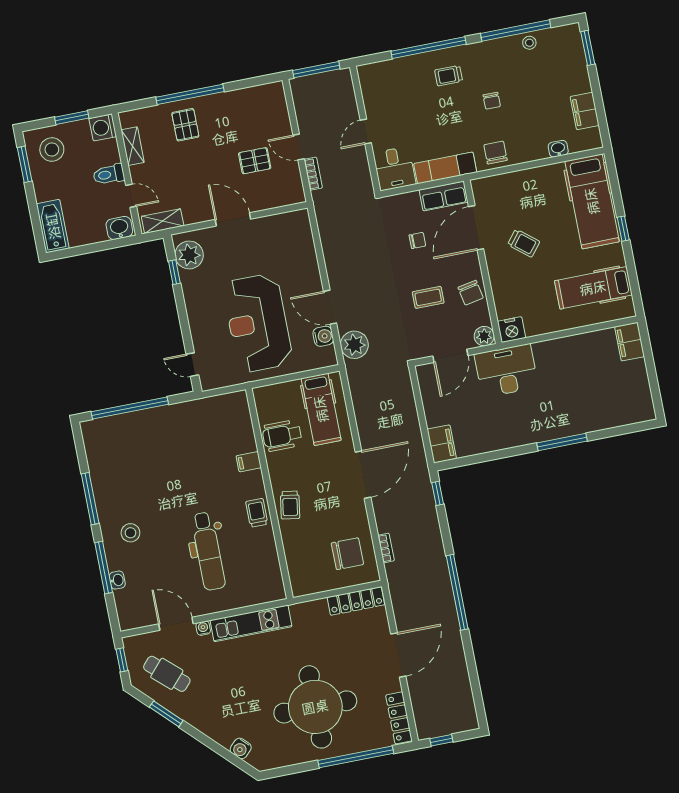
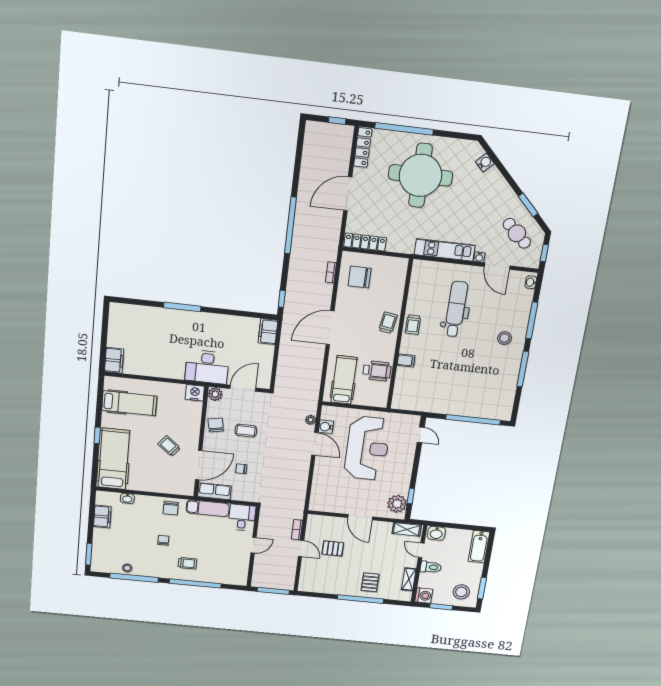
plant: (354, 345) -> (311, 420), width x0.53, depth x0.53
washbasin: (117, 580) -> (531, 282), moved

